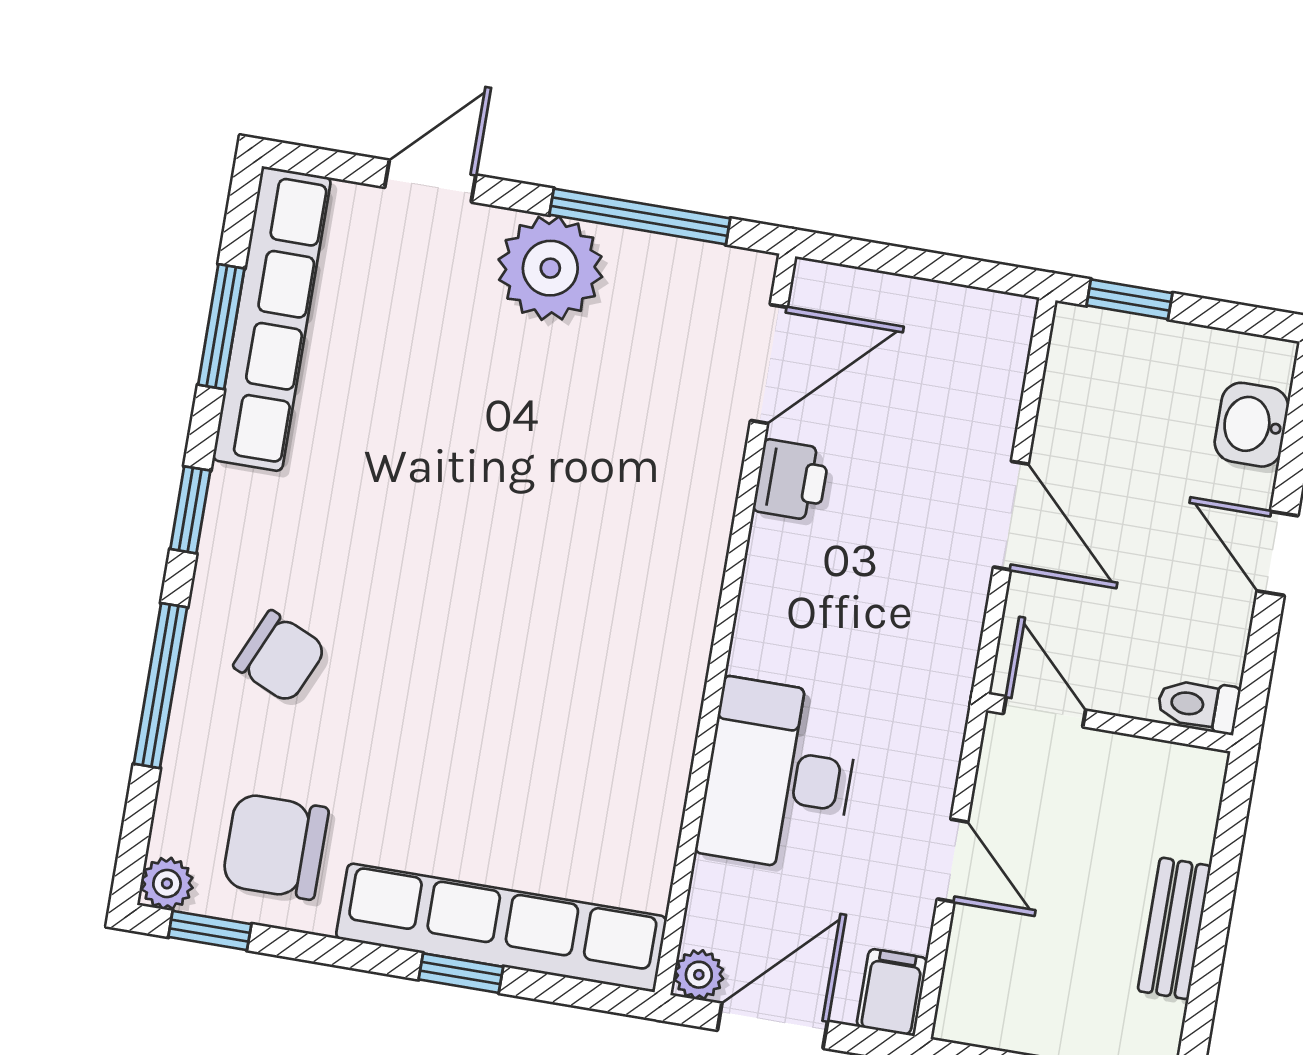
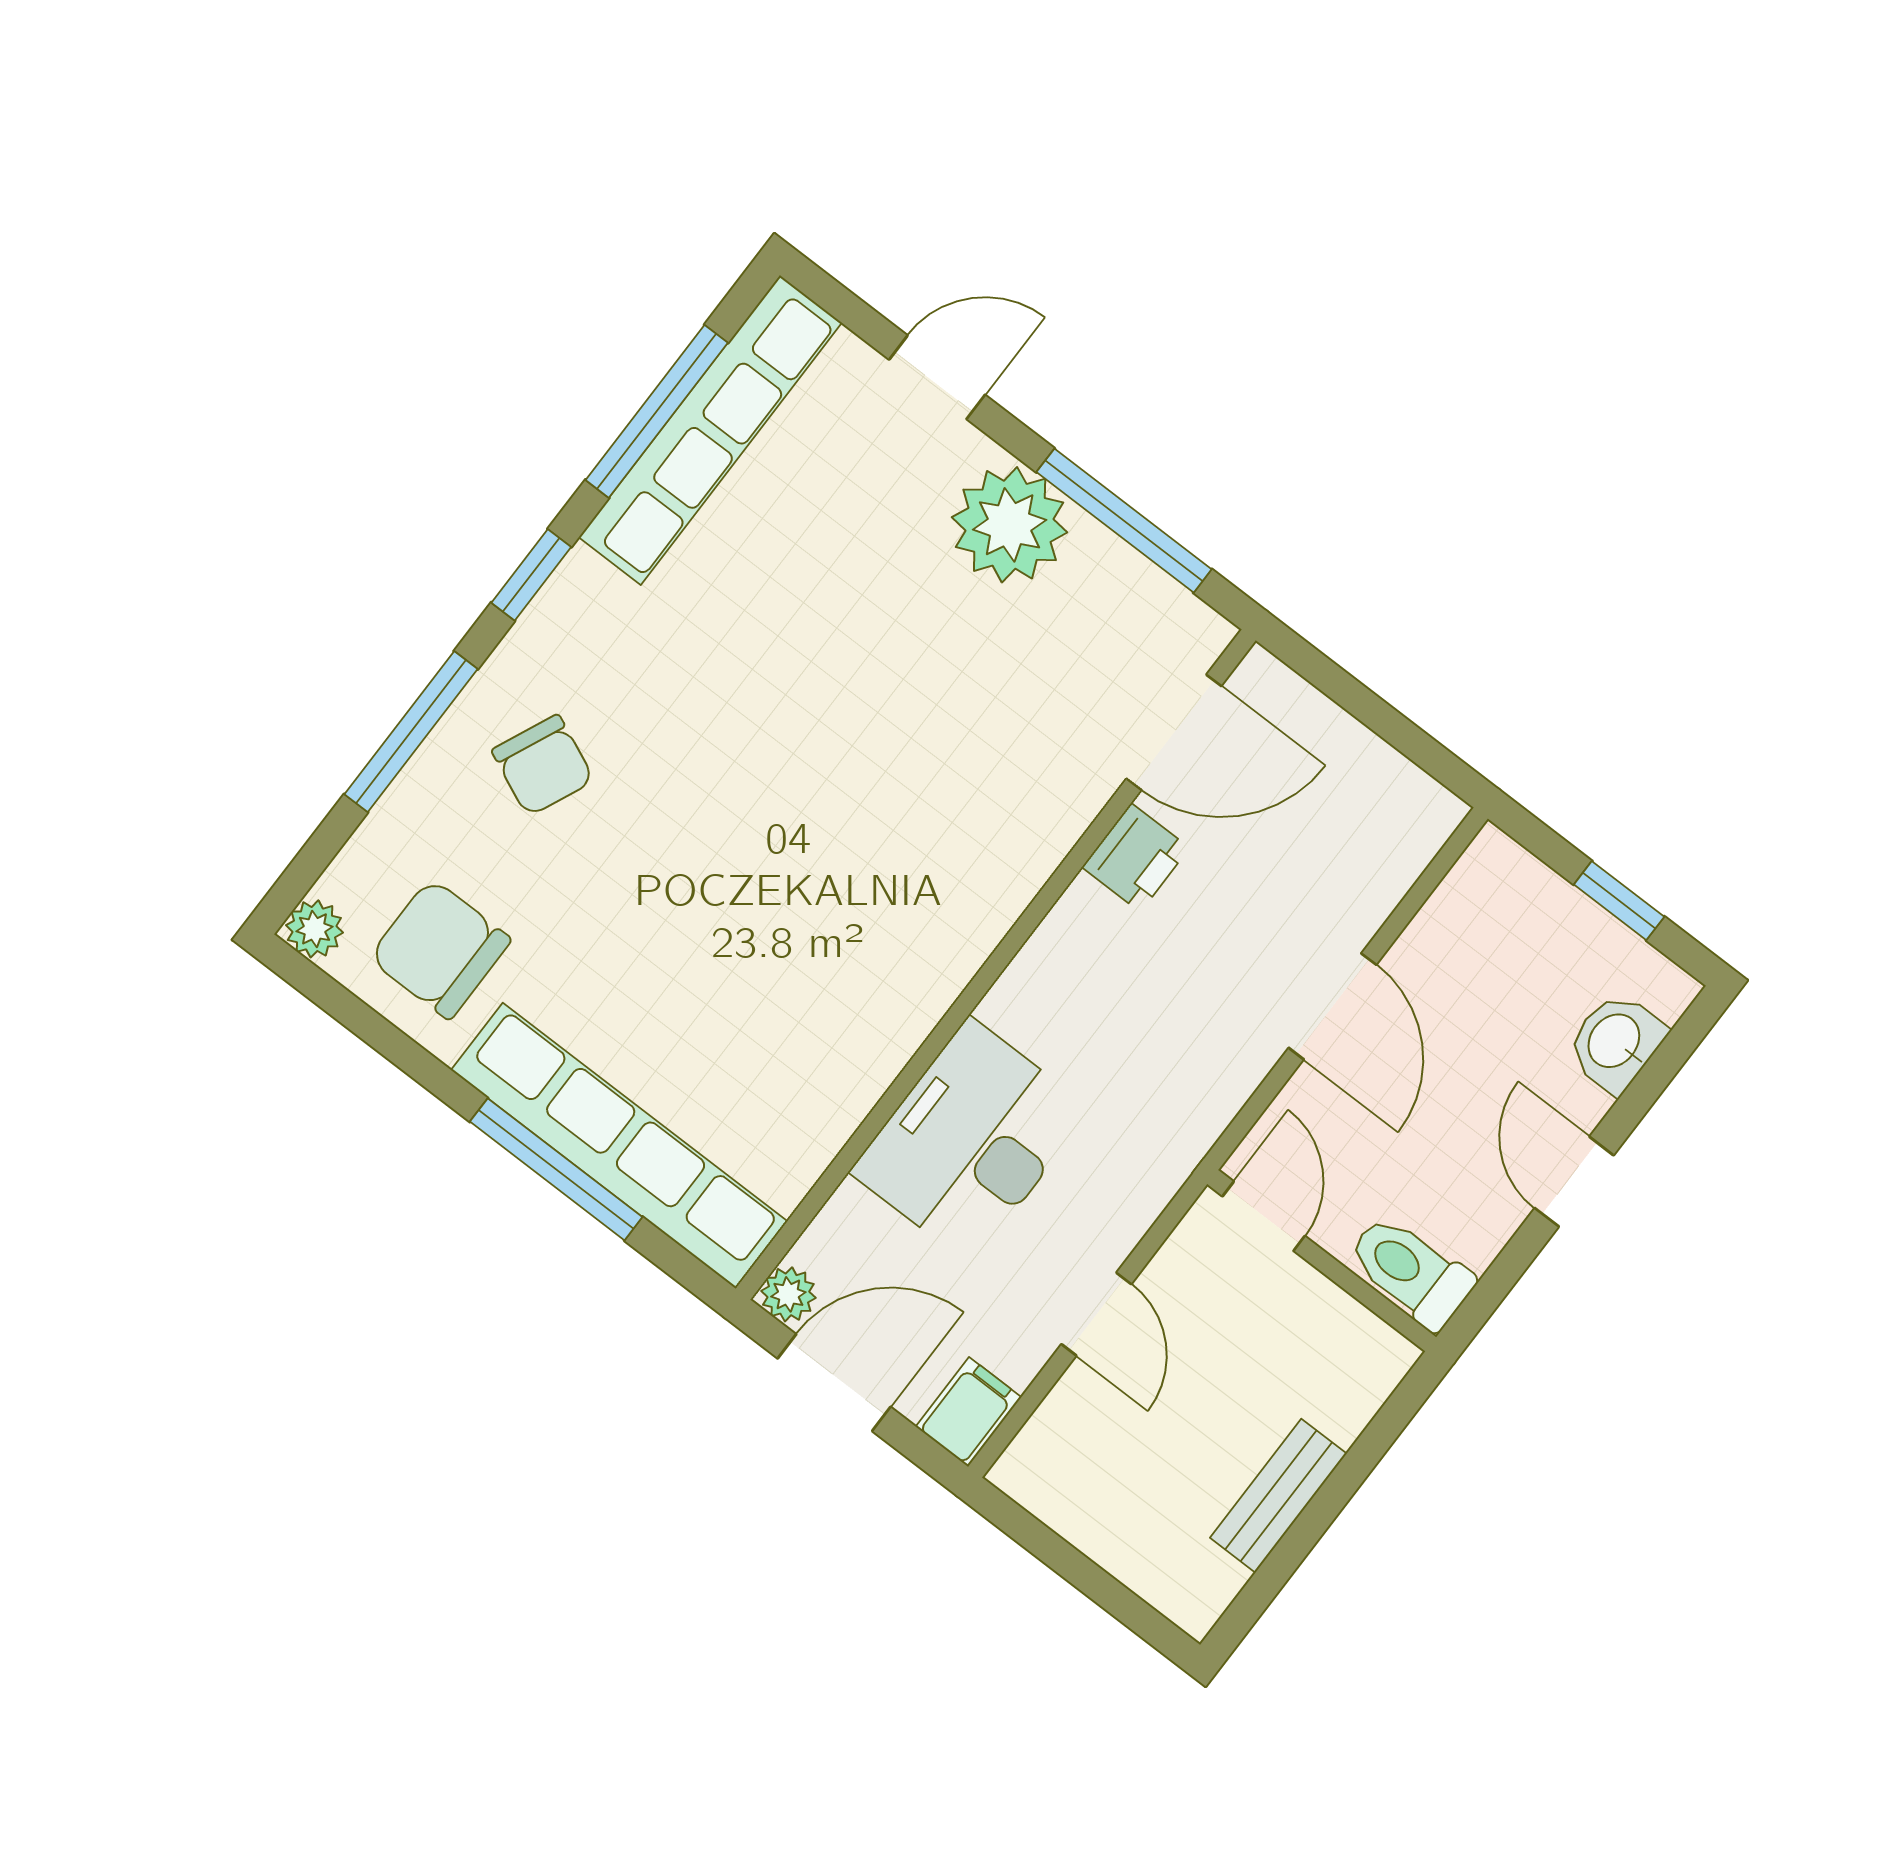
window: (1129, 299) -> (1619, 901), moved
window: (221, 327) -> (657, 411), width x1.44
toilet: (1198, 705) -> (1410, 1271), width x1.37, depth x1.39
window: (210, 931) -> (332, 997), removed
window: (461, 973) -> (556, 1169), width x2.17

